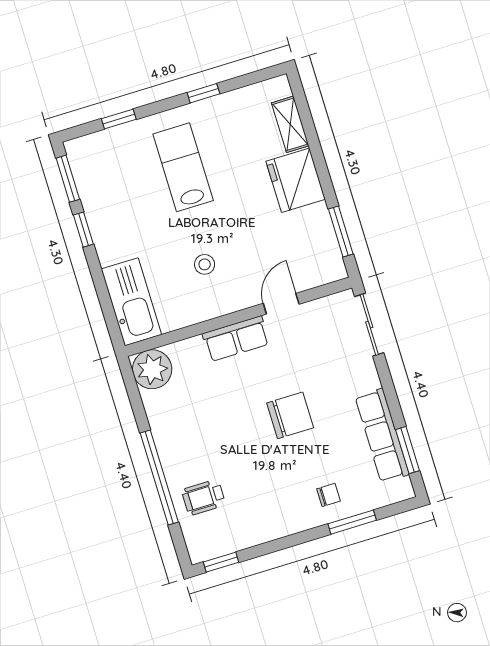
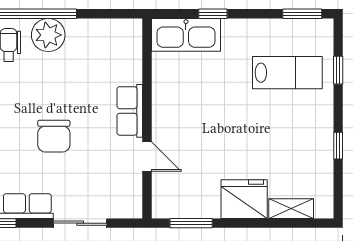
lab bench: (183, 167) -> (287, 73), moved
window: (83, 230) -> (213, 14), moved
stool: (205, 264) -> (198, 104), removed
sliding door: (369, 325) -> (80, 223), moved
plant: (152, 369) -> (48, 35), moved

